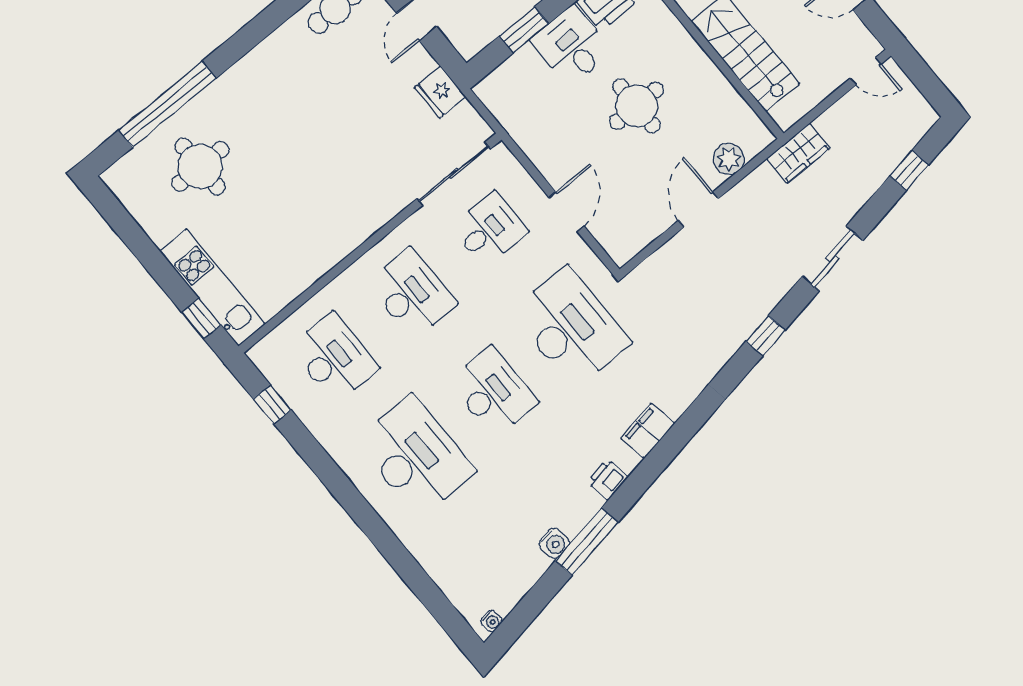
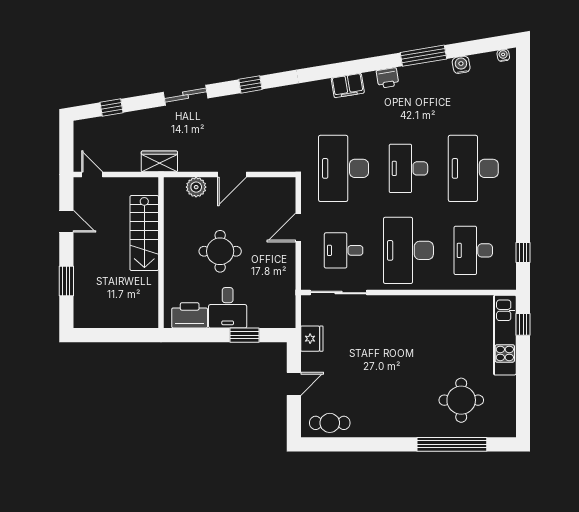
desk: (412, 293) -> (408, 250), width x1.36, depth x1.30
water cooler: (554, 543) -> (461, 65), moved

